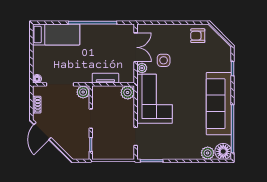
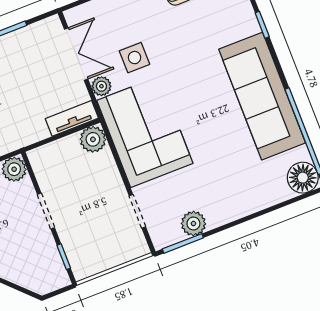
tv unit: (105, 78) -> (72, 118), moved
plant: (208, 153) -> (193, 224), moved

